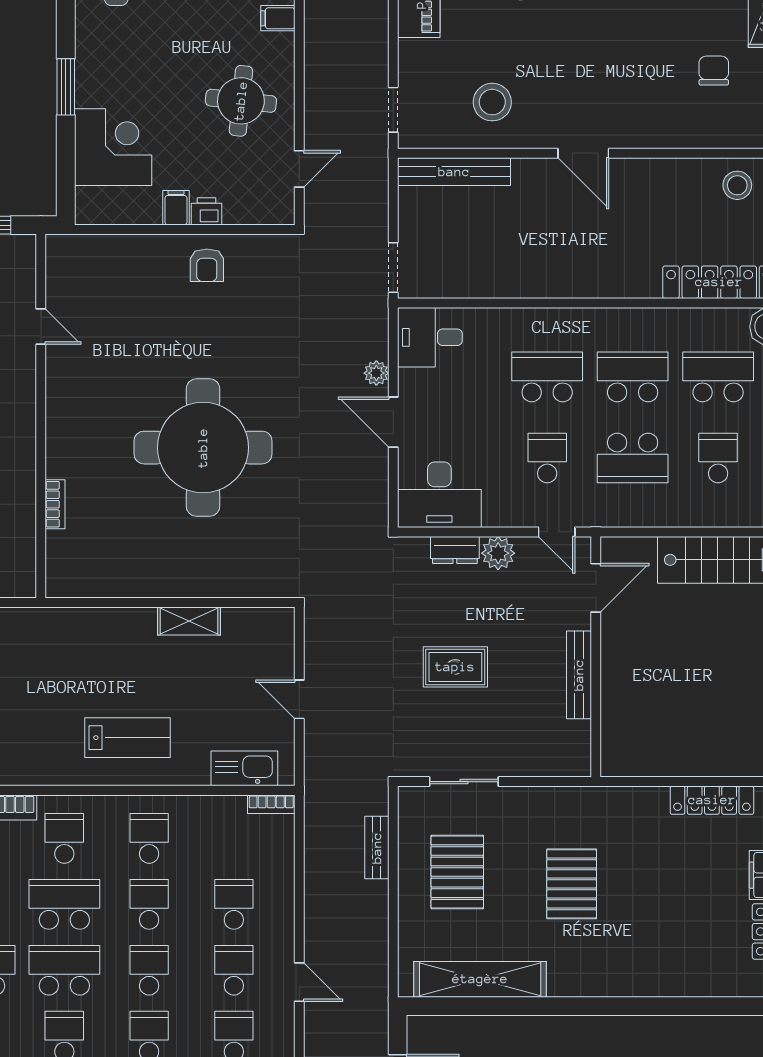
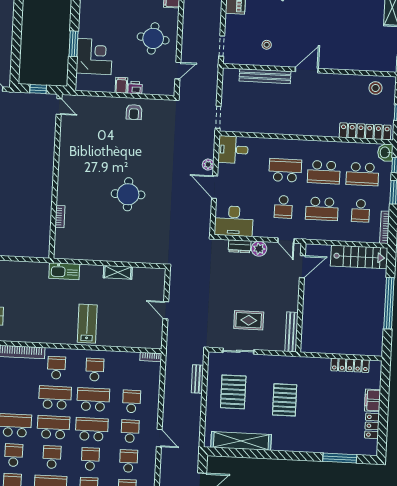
chair: (714, 71) -> (367, 36), removed
window: (66, 87) -> (74, 44), moved
stool: (492, 102) -> (267, 45), width x0.53, depth x0.53
door: (583, 153) -> (307, 70), swing flipped
bench: (454, 172) -> (265, 76), moved
door: (41, 326) -> (59, 107), moved
school desk: (633, 377) -> (324, 172), turned 180
school desk: (718, 377) -> (362, 174), turned 180
round table: (203, 448) -> (128, 194), width x0.54, depth x0.54
school desk: (547, 458) -> (283, 207), turned 180
school desk: (718, 458) -> (361, 211), turned 180
rug: (455, 667) -> (249, 320), moved
bench: (579, 675) -> (291, 332), moved
lab bench: (127, 738) -> (87, 324), turned -90
kitchen sink: (244, 768) -> (64, 271), moved, turned 180
school desk: (149, 904) -> (93, 399), width x1.85
school desk: (149, 970) -> (92, 429), width x1.85
window: (700, 1006) -> (340, 458), added

